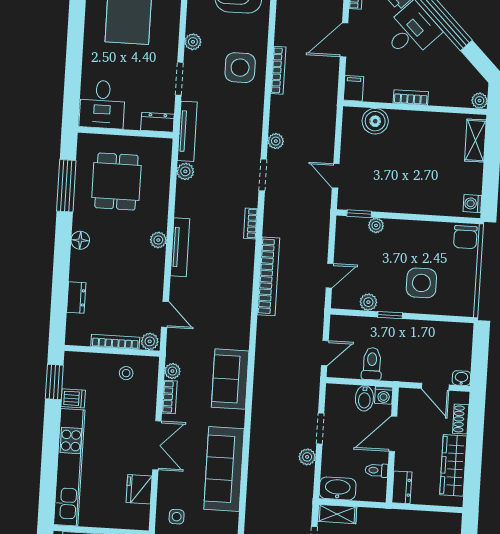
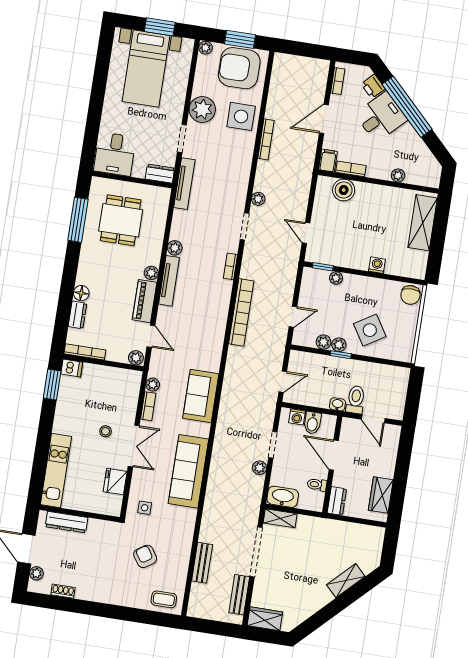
plant: (193, 42) -> (202, 109), width x1.88, depth x1.88
side table: (240, 68) -> (241, 116), moved
bookcase: (411, 97) -> (351, 169), moved
plant: (479, 101) -> (398, 175), moved
shelving: (475, 140) -> (423, 223), width x1.50, depth x1.33
plant: (185, 171) -> (175, 248), moved
washing machine: (472, 204) -> (377, 265), moved, turned 90
floor lamp: (80, 240) -> (81, 293), moved
piano: (154, 274) -> (145, 301), added
side table: (421, 283) -> (370, 330), turned -32
plant: (387, 303) -> (339, 345), added
bookcase: (115, 342) -> (85, 352), moved
toilet: (372, 364) -> (356, 400), moved
stool: (126, 373) -> (105, 431), moved
washbasin: (461, 378) -> (337, 404), moved
washing machine: (384, 395) -> (297, 417), moved
dishwasher: (73, 398) -> (72, 368), moved
shoe rack: (461, 419) -> (392, 448), removed
door: (393, 434) -> (334, 455), hinge flipped
wardrobe: (453, 465) -> (381, 495), width x0.67
kitchen unit: (69, 467) -> (56, 471), width x0.73

